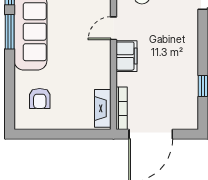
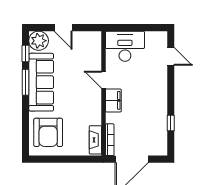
door: (113, 28) -> (104, 80), hinge flipped
armchair: (40, 98) -> (48, 132), width x1.88, depth x1.88

